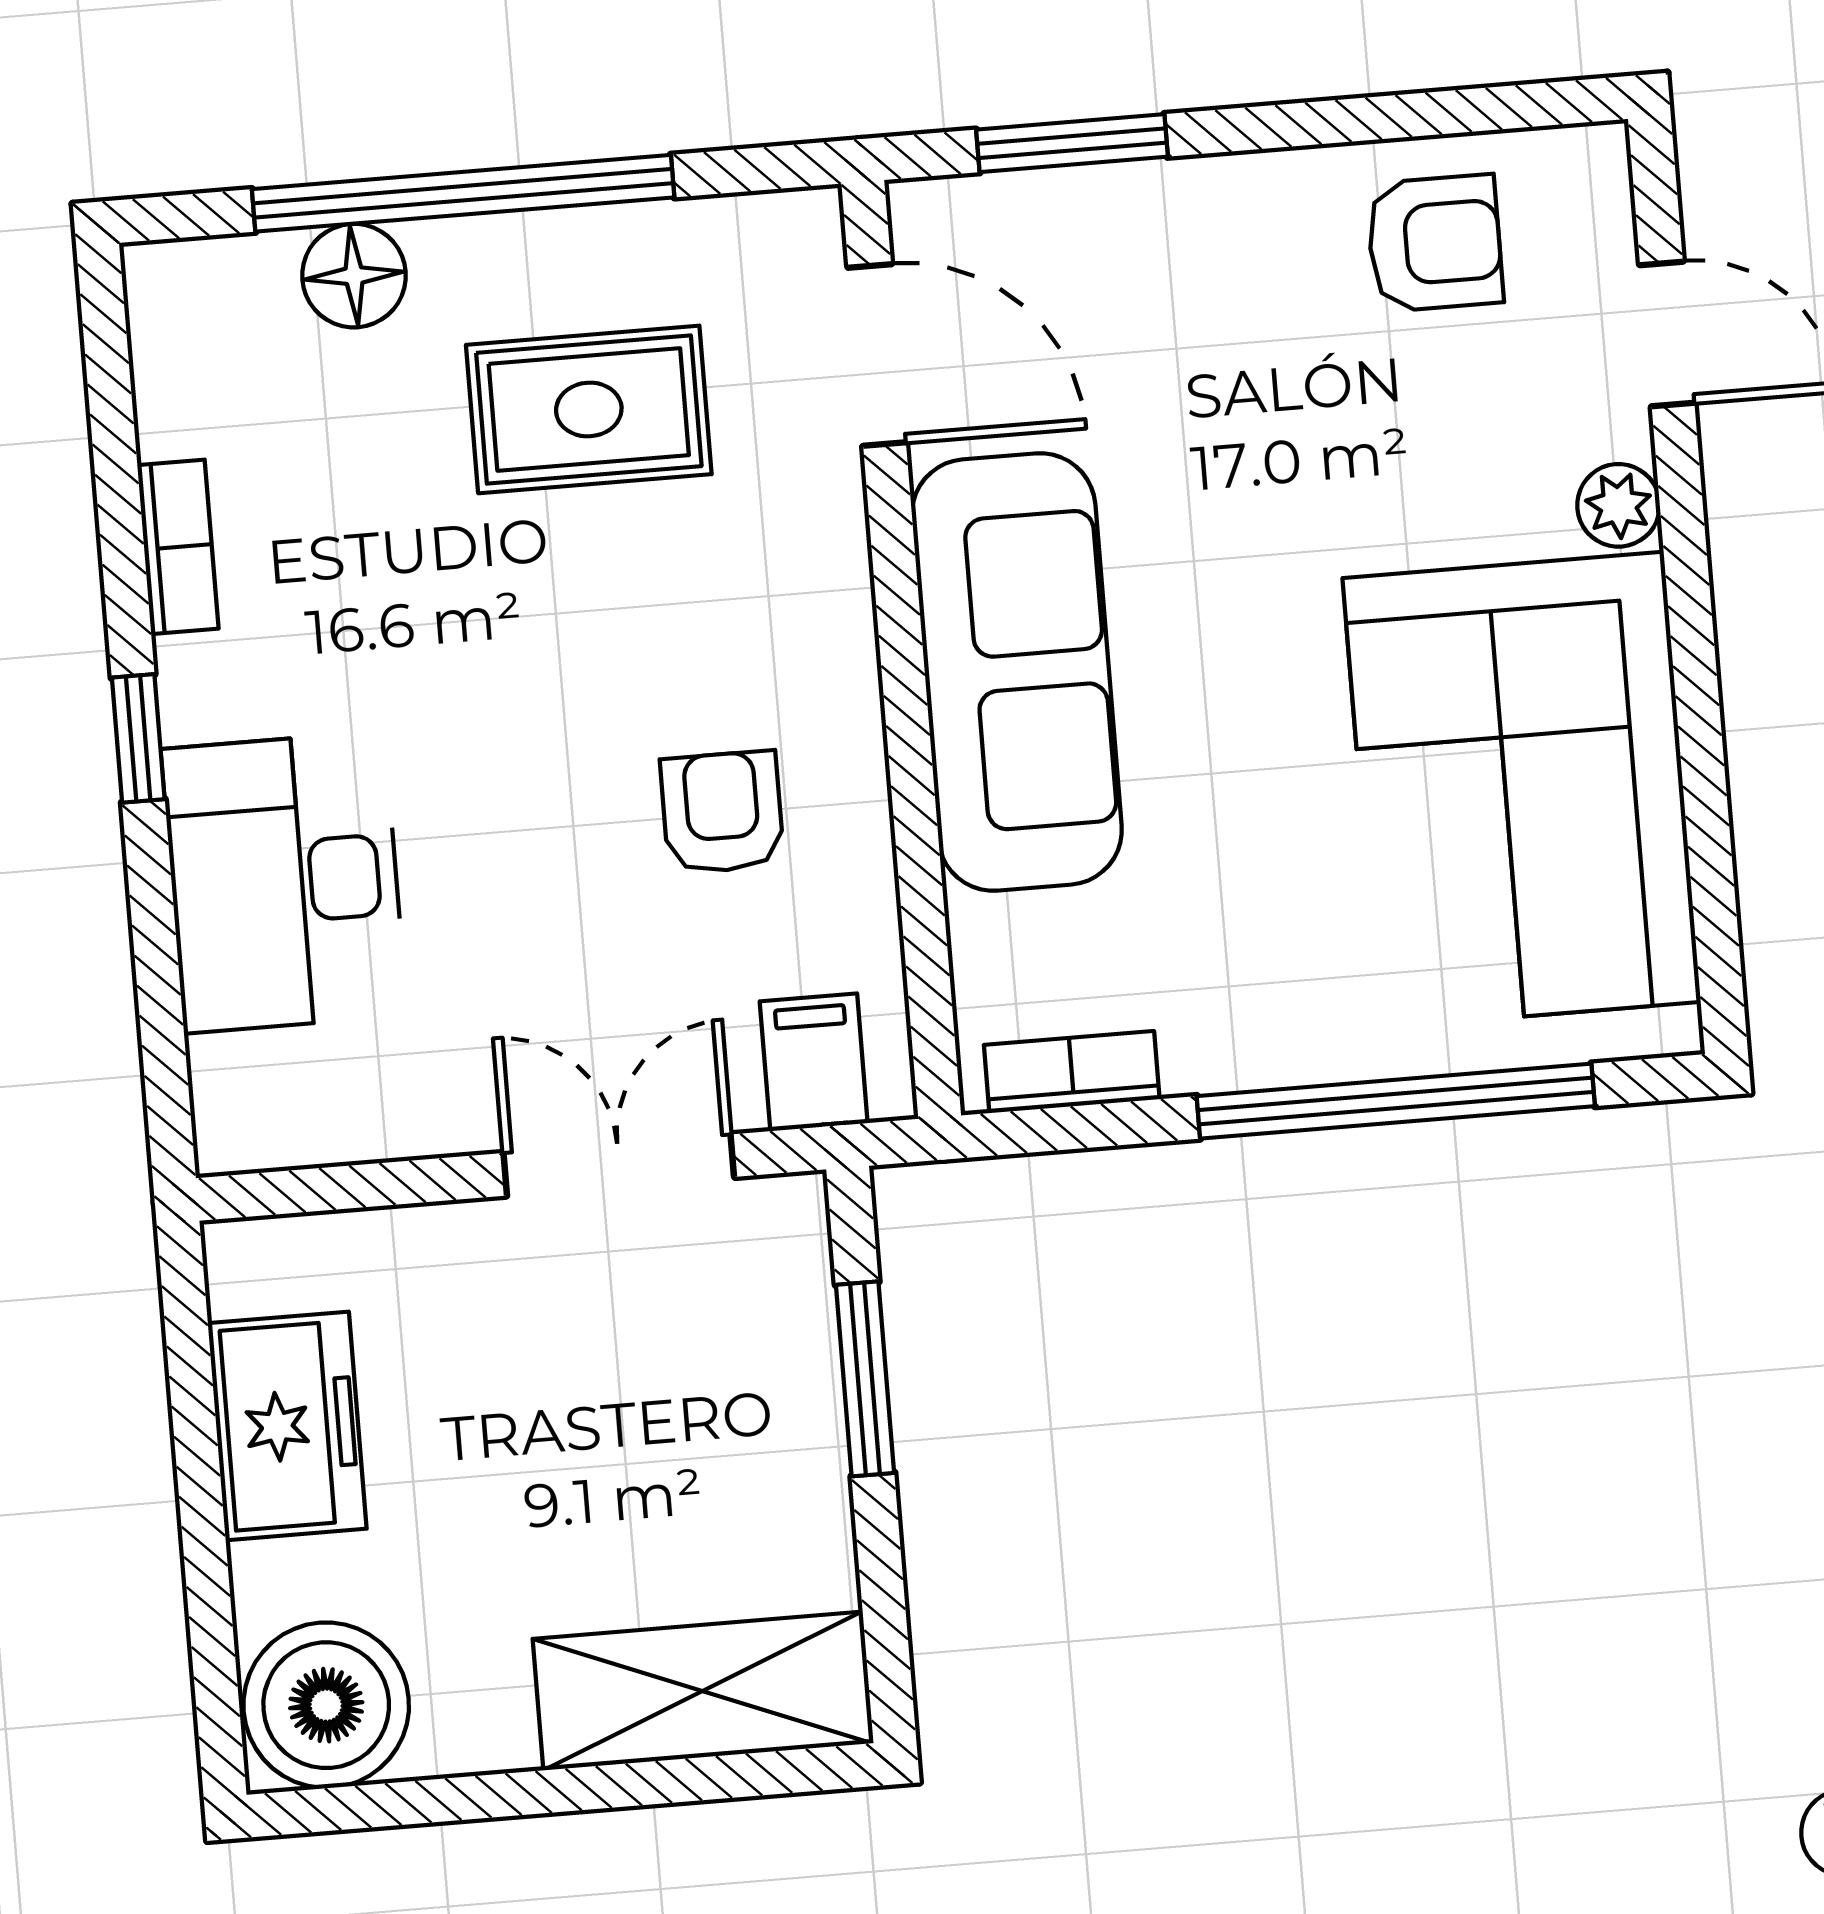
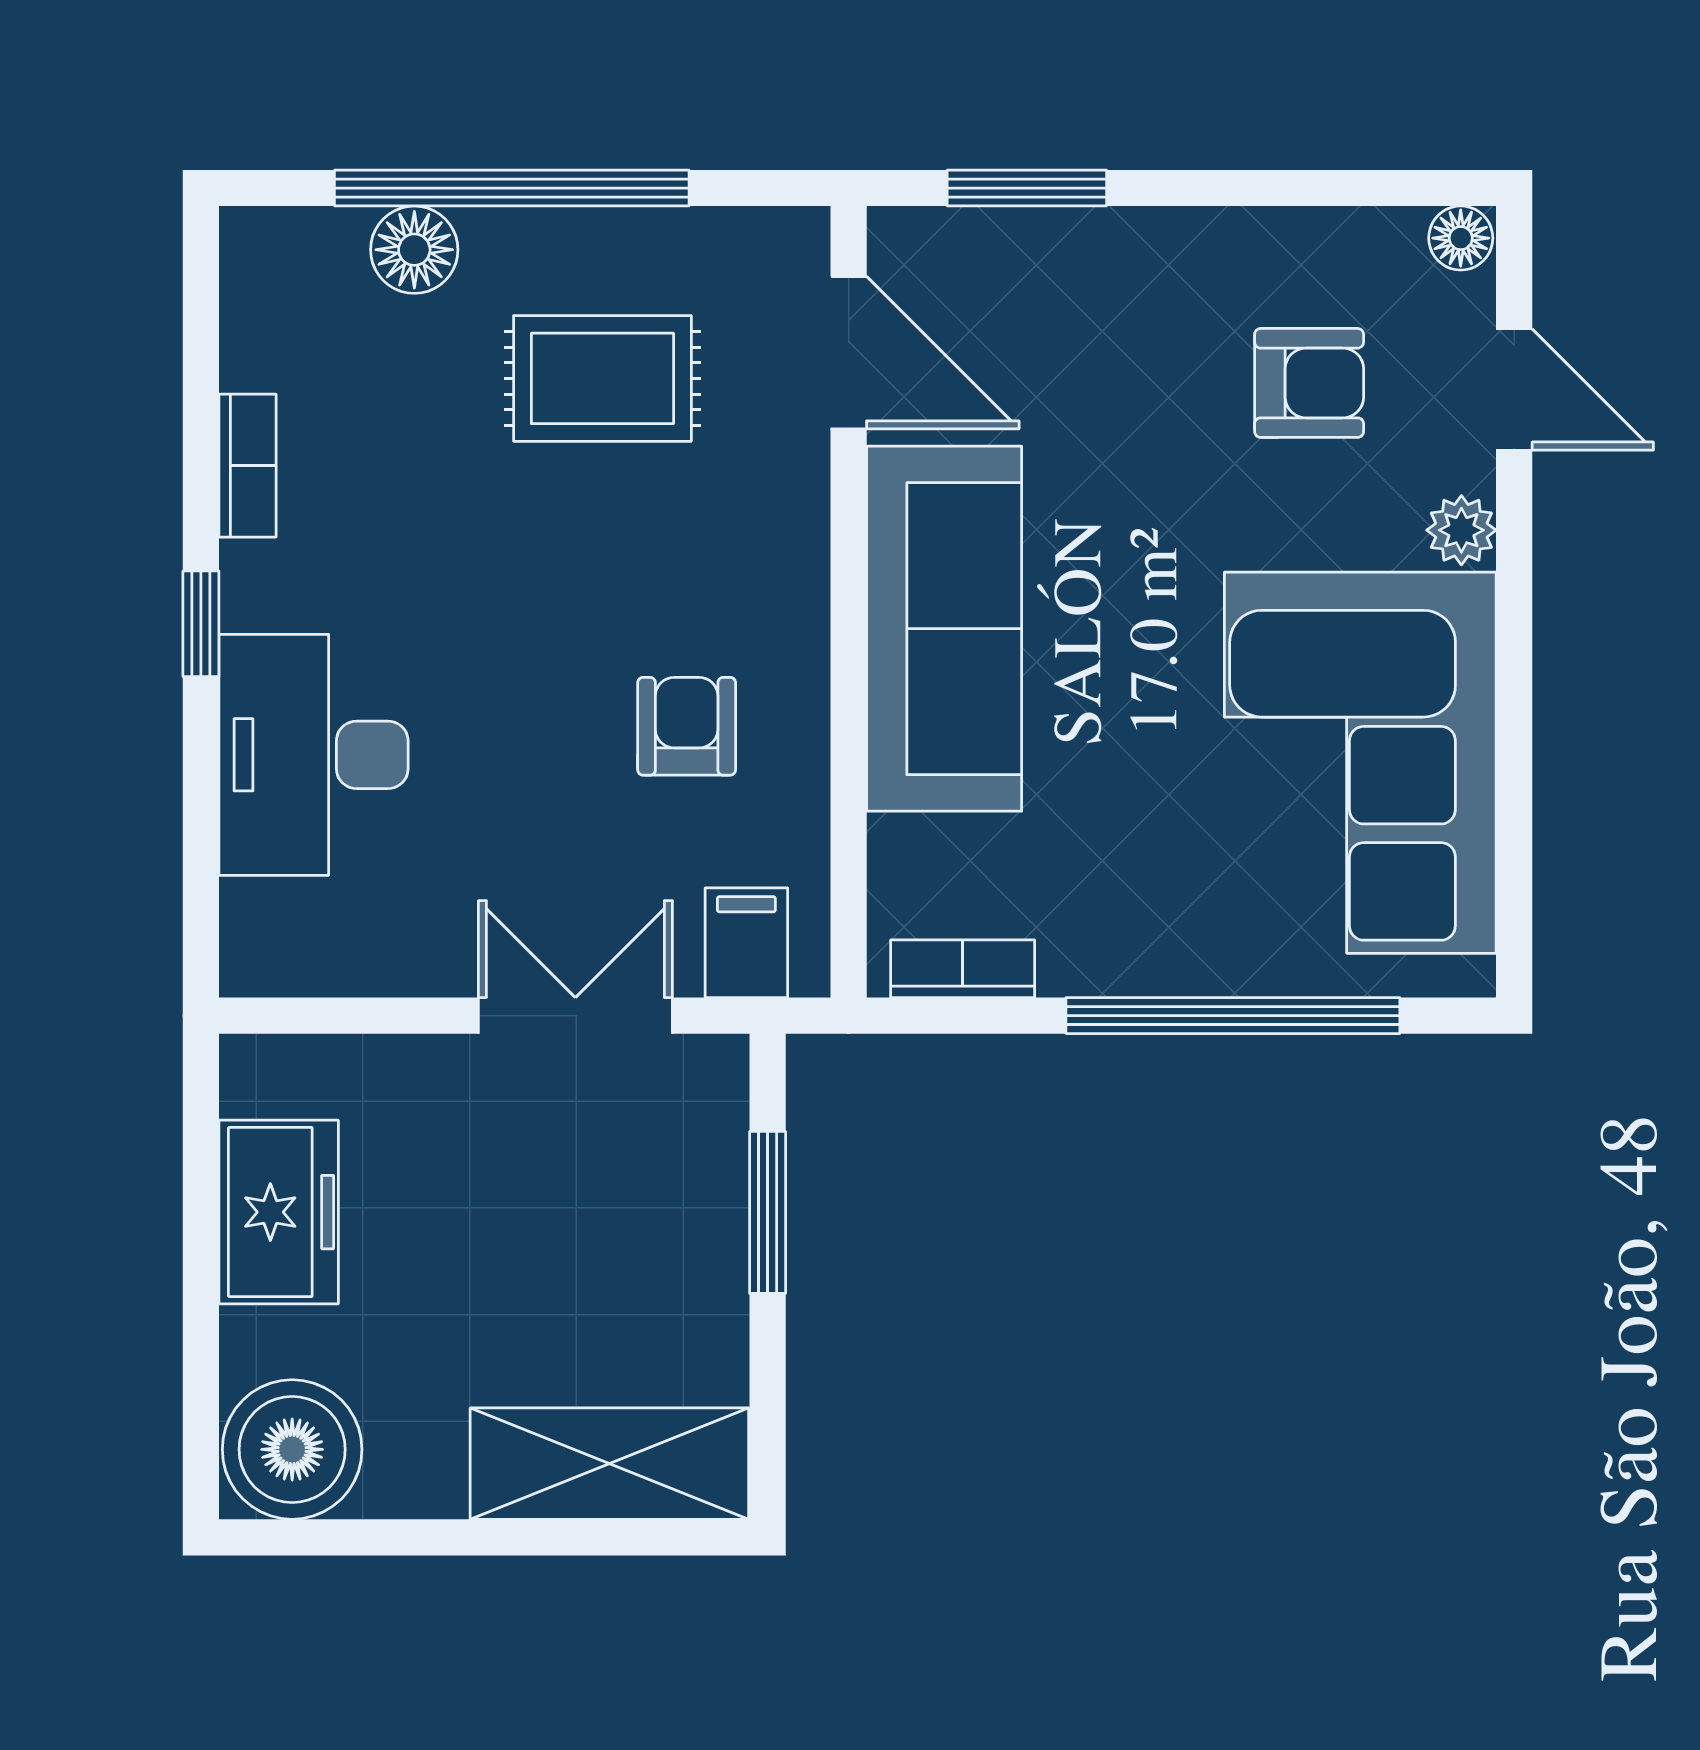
floor lamp: (1589, 160) -> (1461, 238), added
armchair: (1435, 243) -> (1309, 383), moved

